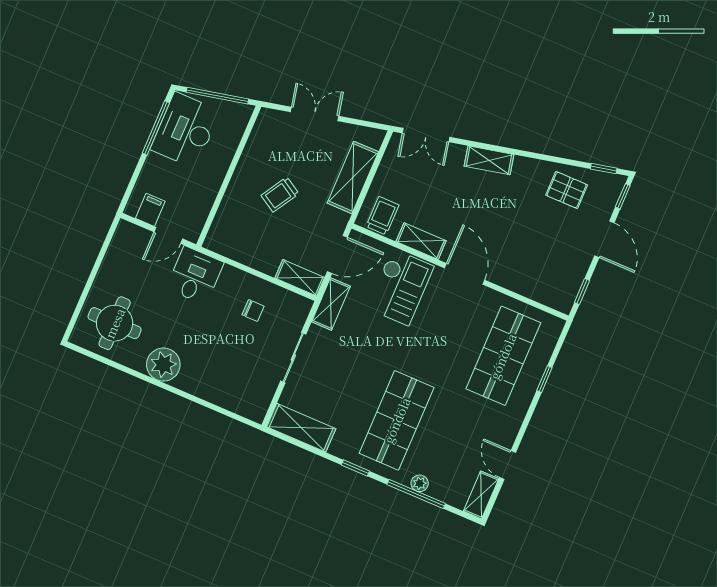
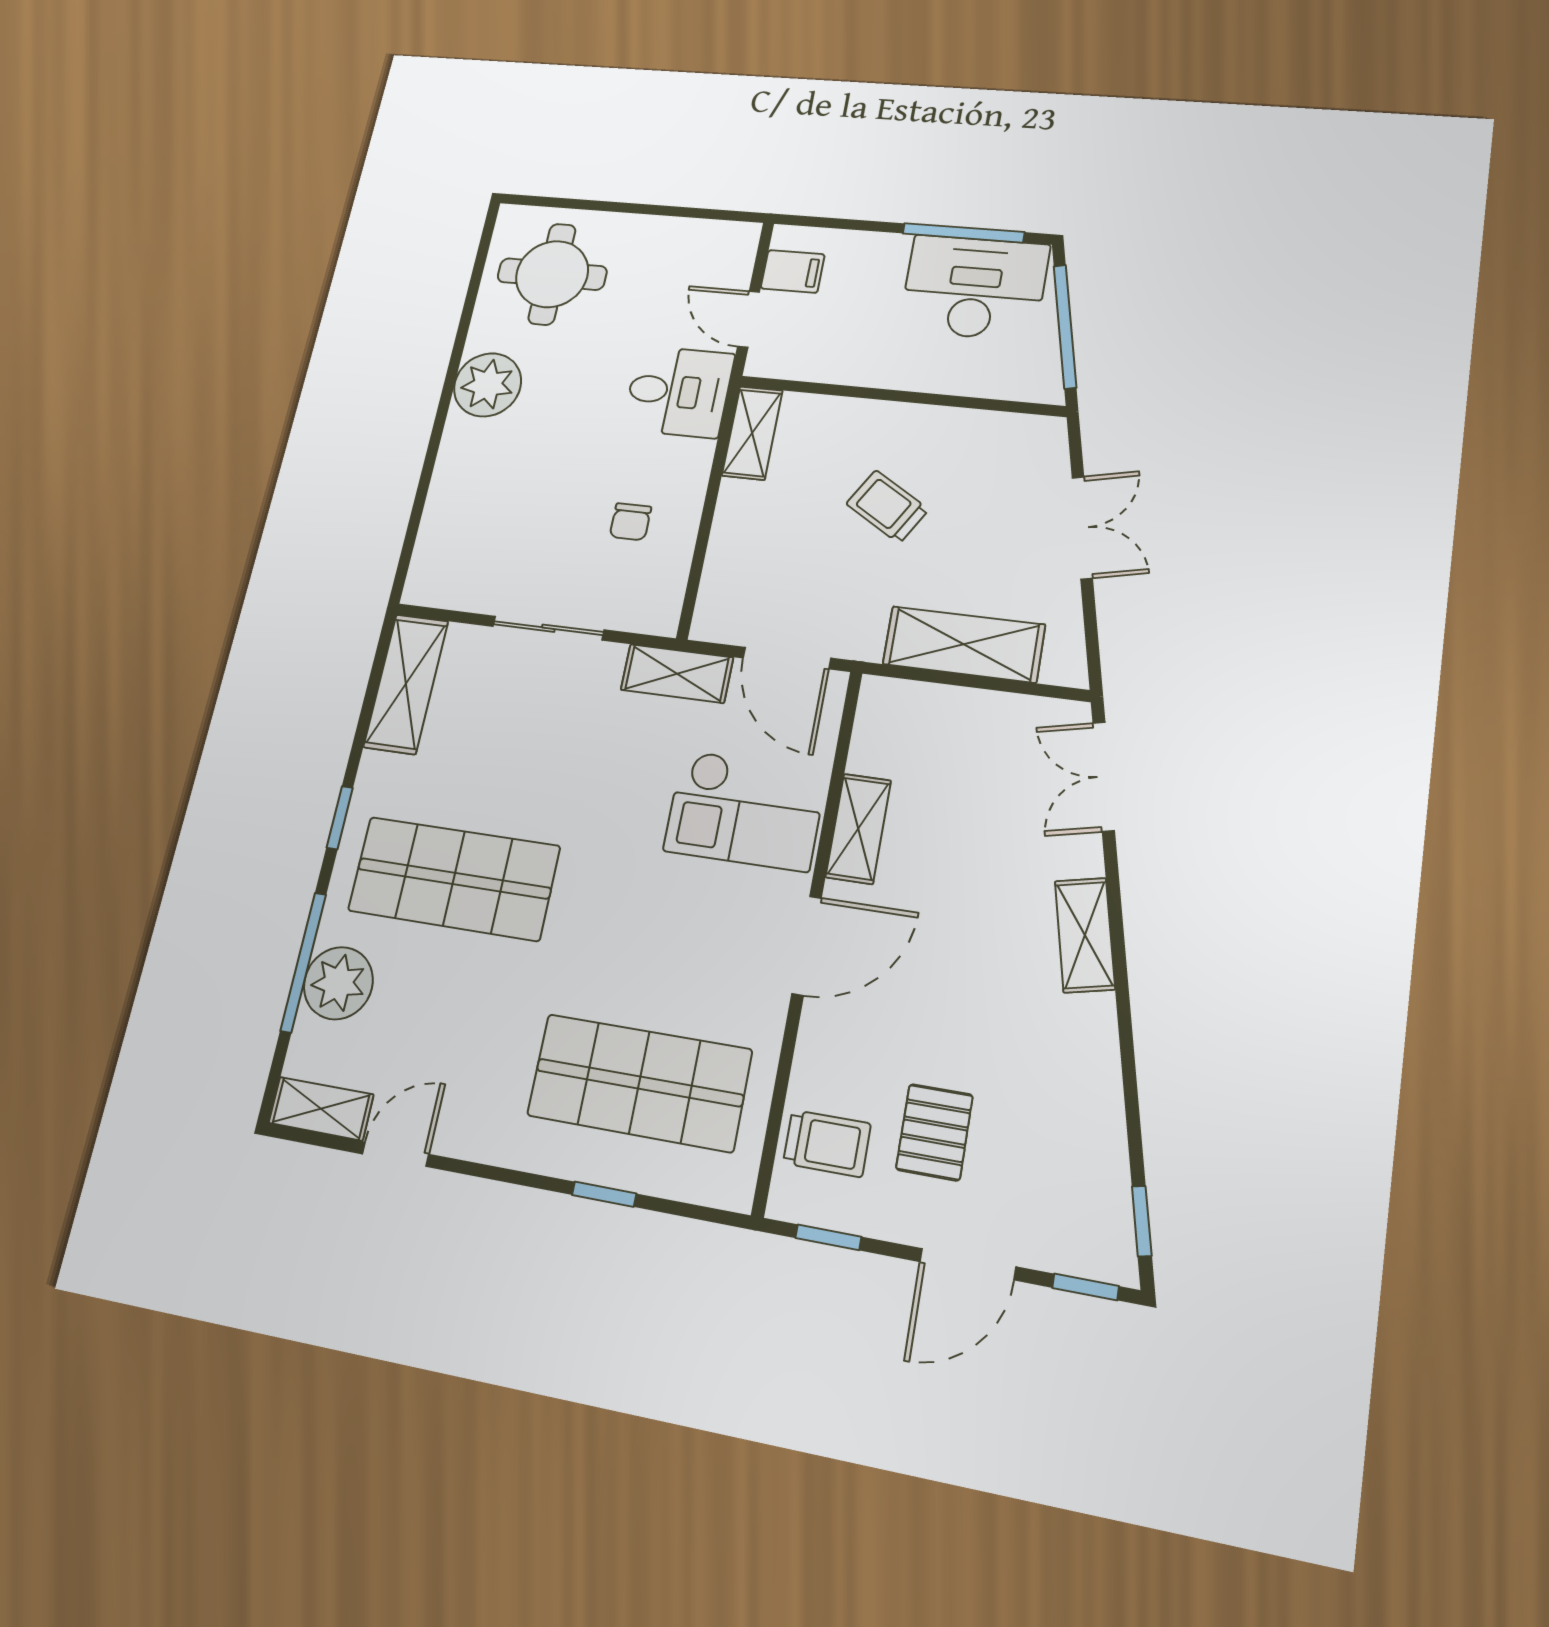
pallet: (567, 190) -> (934, 1132), moved
trolley: (383, 216) -> (827, 1143), moved
shelving: (300, 278) -> (752, 433), moved
plant: (420, 483) -> (338, 983), width x1.87, depth x1.87

